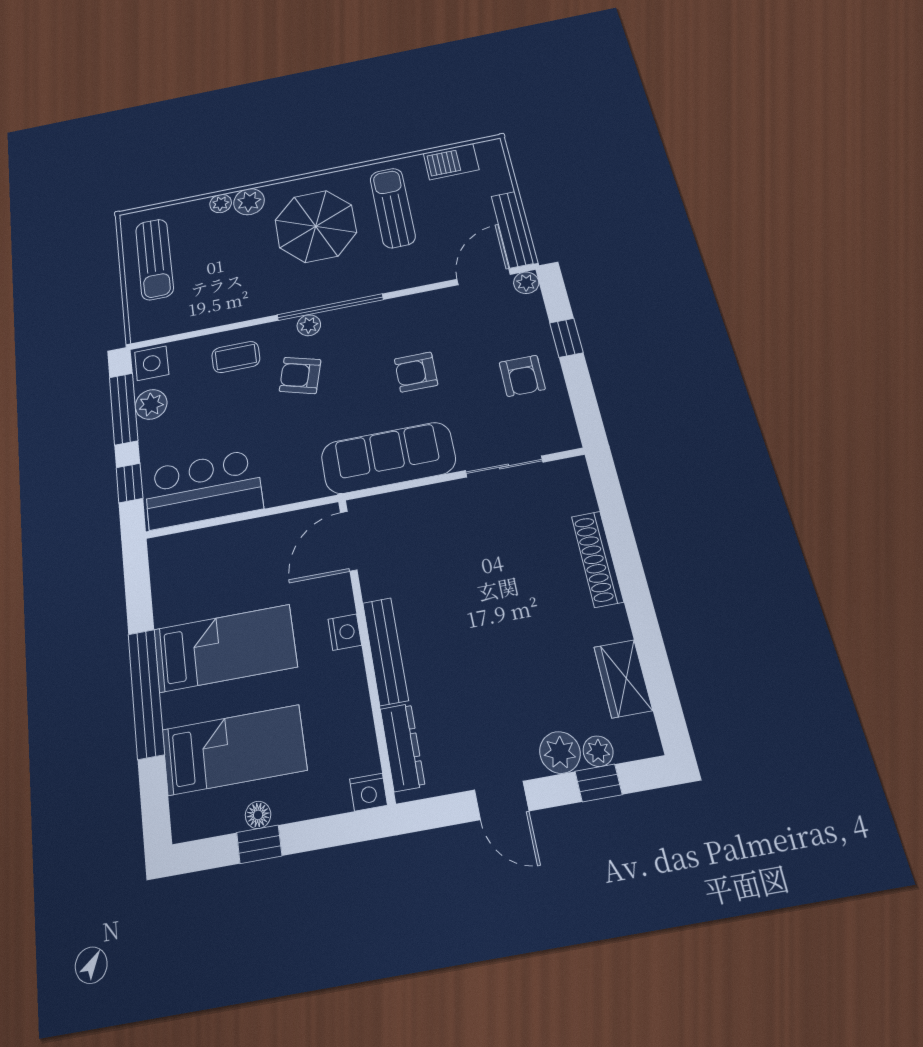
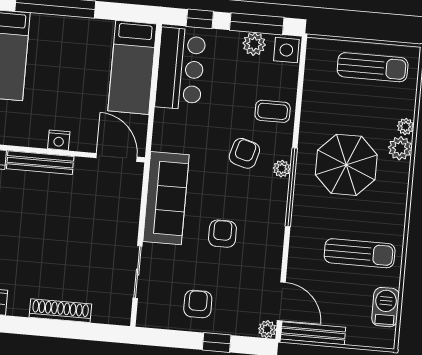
parasol: (316, 226) -> (346, 165), moved
sun lounger: (154, 259) -> (373, 67), turned 180
coffee table: (236, 357) -> (273, 111), turned 90
armchair: (522, 376) -> (198, 304), turned 90
bed: (225, 648) -> (132, 67), moved

